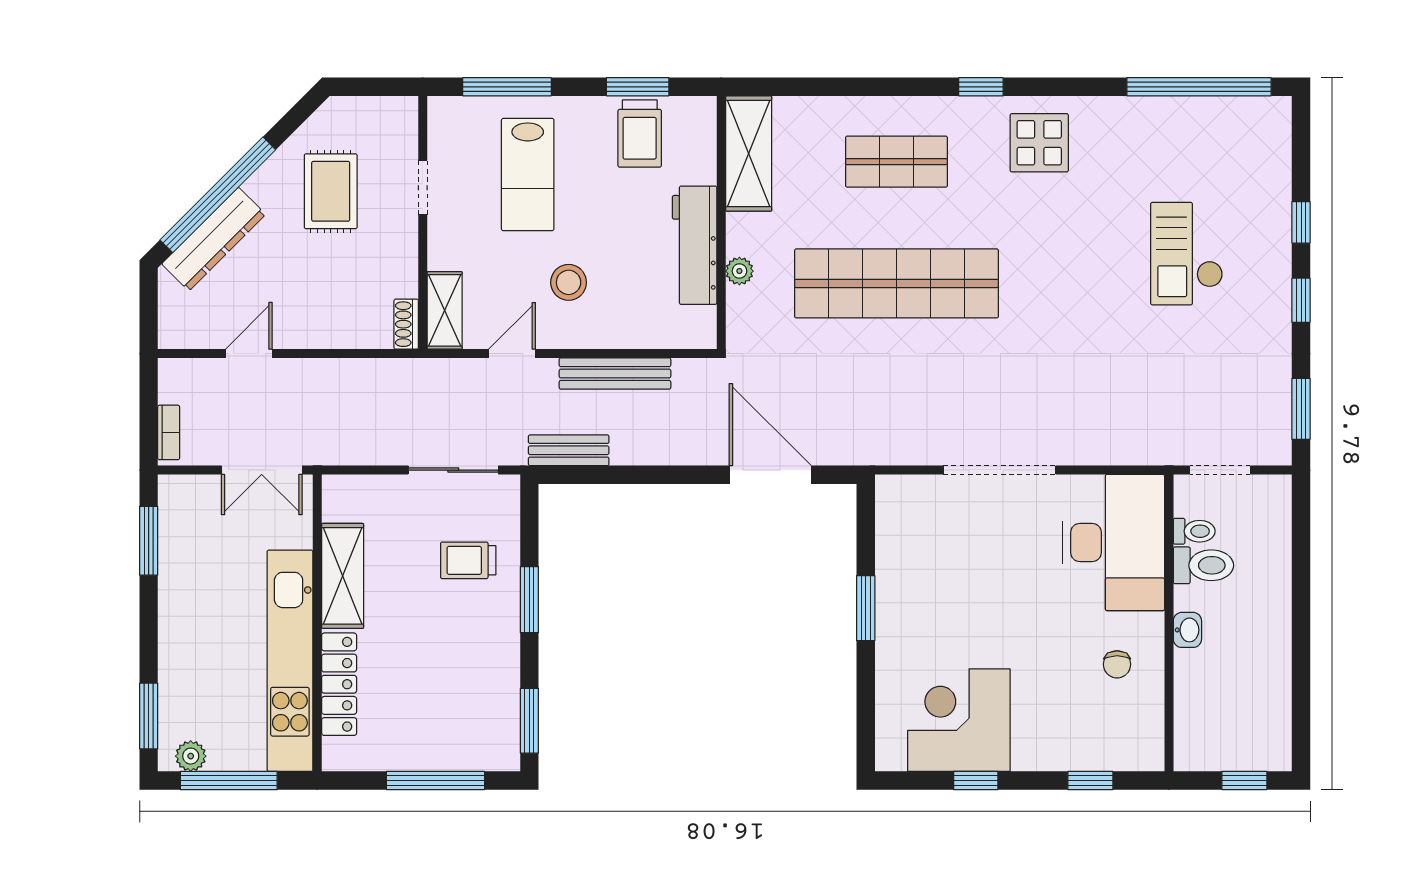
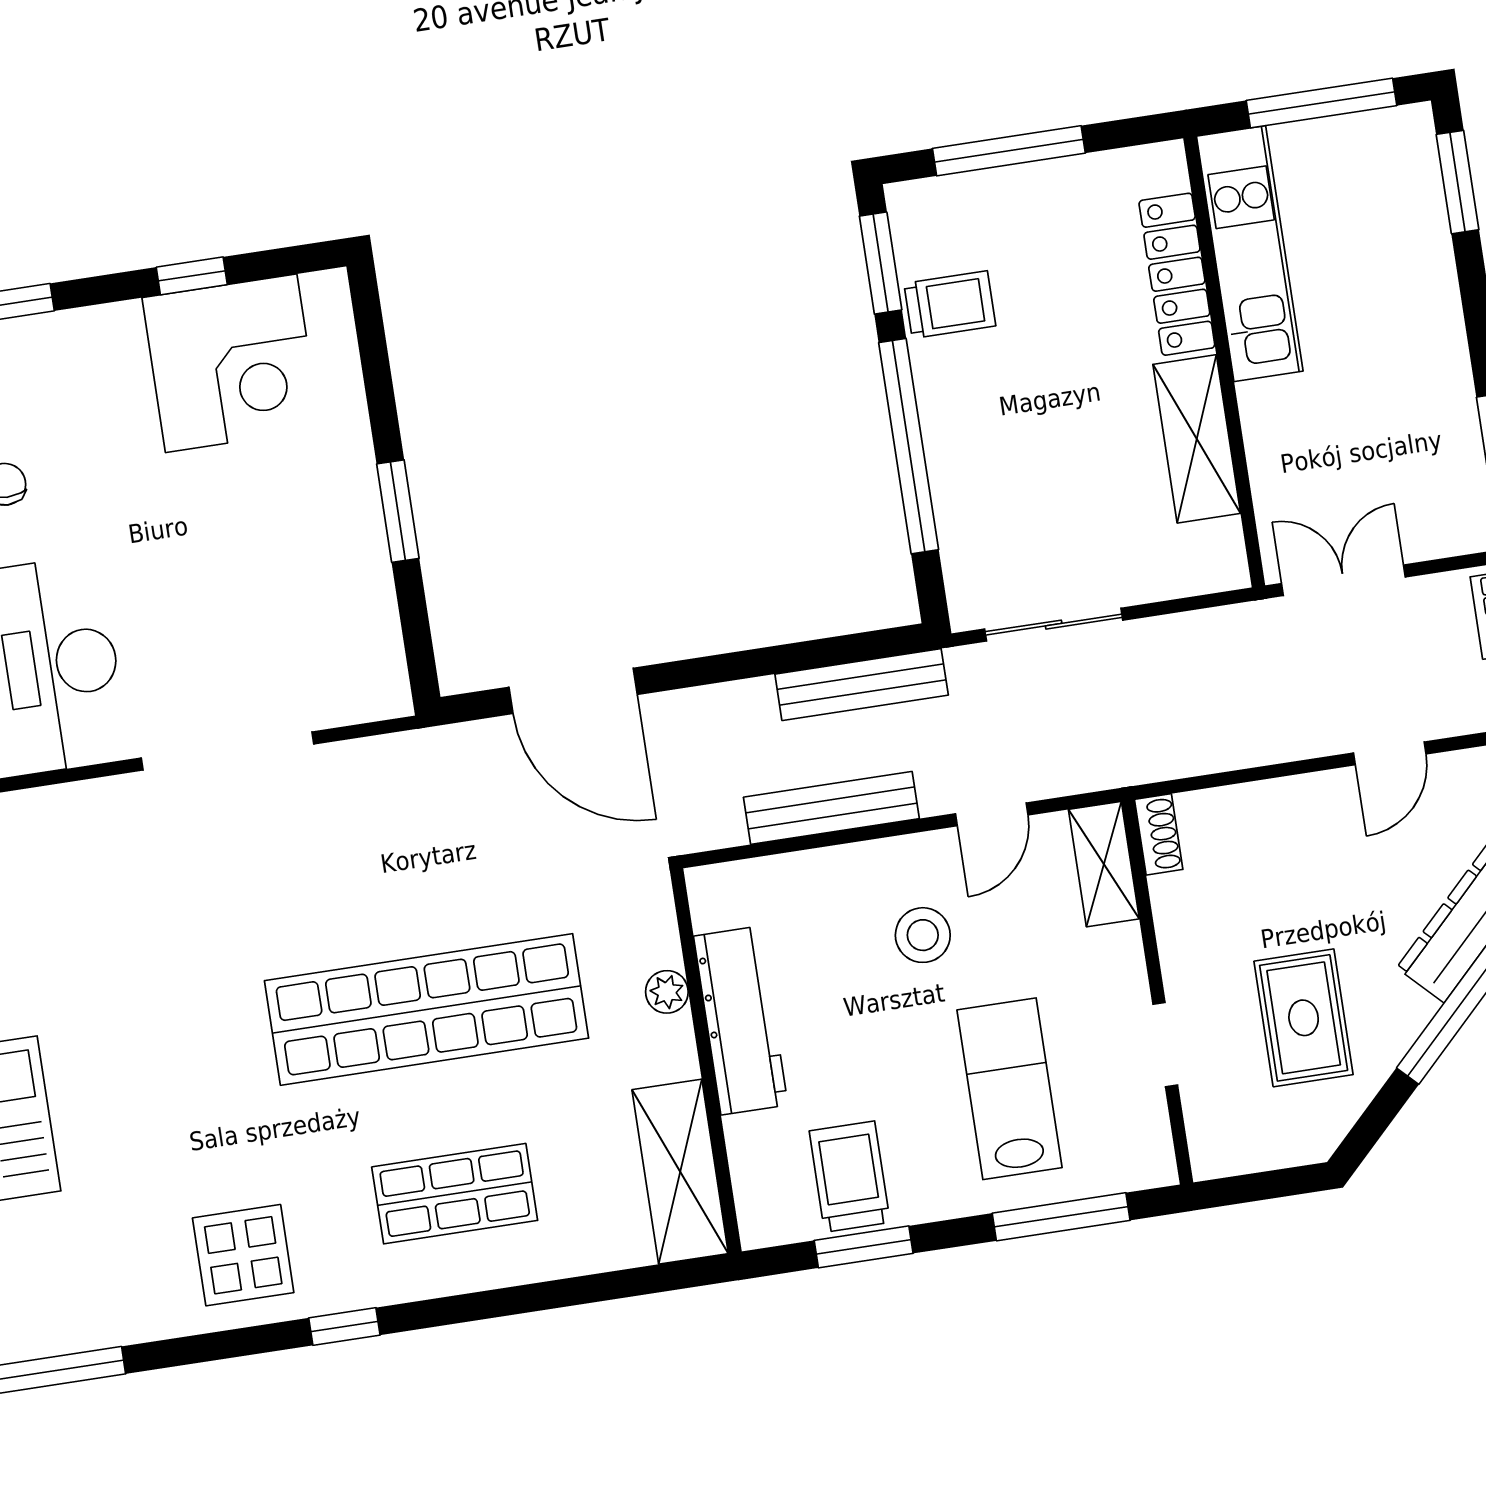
bench: (569, 450) -> (862, 685), width x1.36
trolley: (468, 560) -> (950, 305), moved
window: (529, 600) -> (909, 446), width x2.11
kitchen unit: (290, 661) -> (1250, 254), width x0.73
plant: (191, 756) -> (1385, 131), removed

